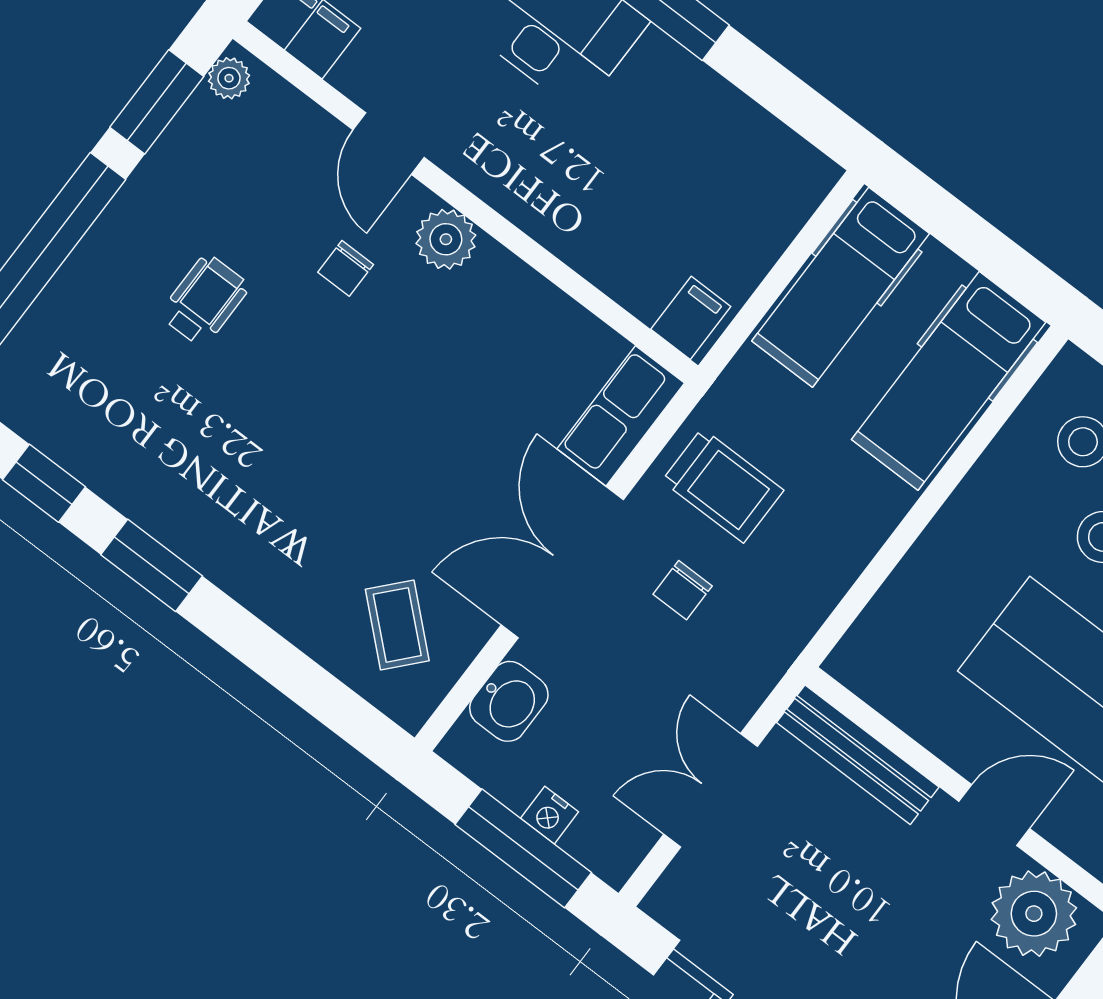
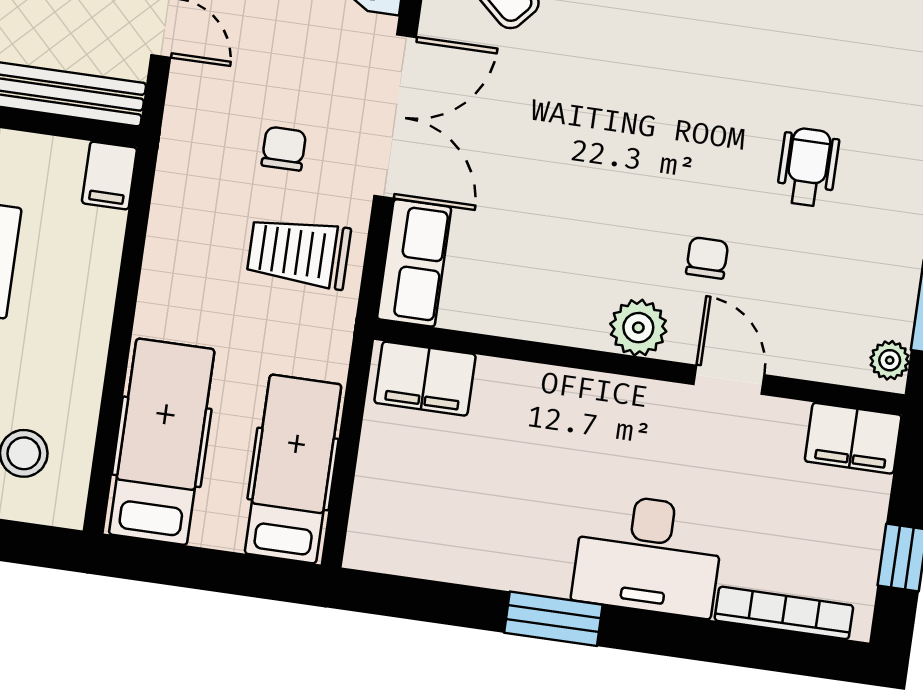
wheelchair: (205, 300) -> (808, 167), turned 180
filing cabinet: (691, 318) -> (425, 379), width x2.00
filing cabinet: (859, 656) -> (109, 175), added

